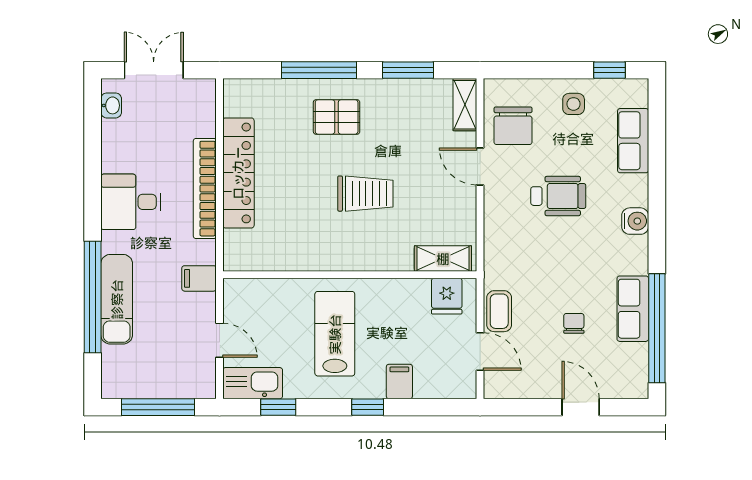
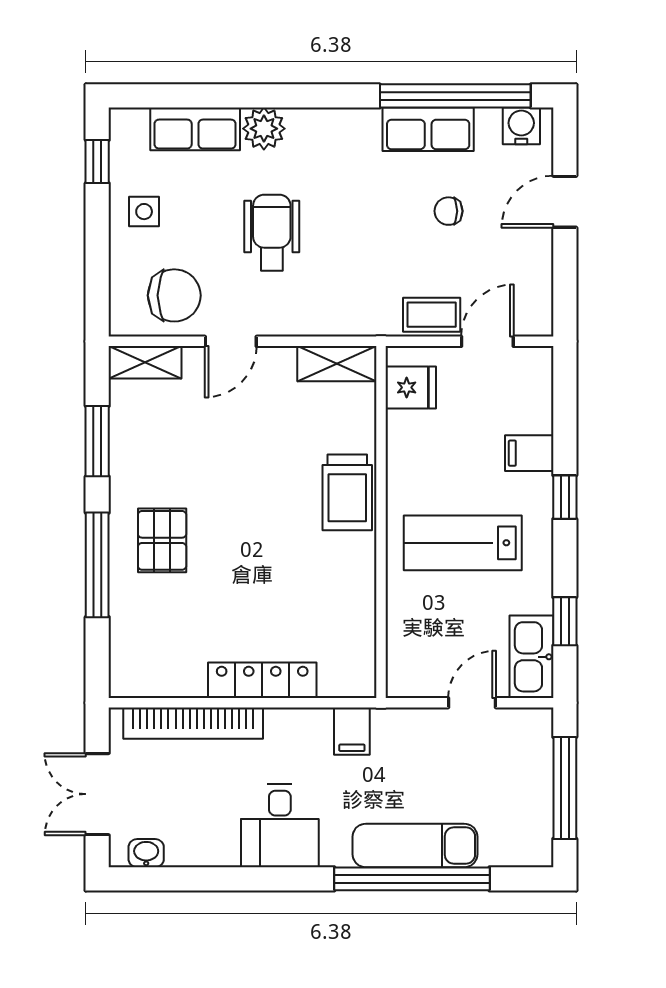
locker: (238, 173) -> (262, 680), width x0.71, depth x0.83
bookcase: (205, 189) -> (193, 723), moved
plant: (633, 190) -> (264, 129), added
trolley: (365, 194) -> (347, 492), moved, turned 180
water cooler: (635, 221) -> (521, 126), moved
shelving: (443, 259) -> (337, 364), moved, turned 90
filing cabinet: (199, 278) -> (352, 731), moved

